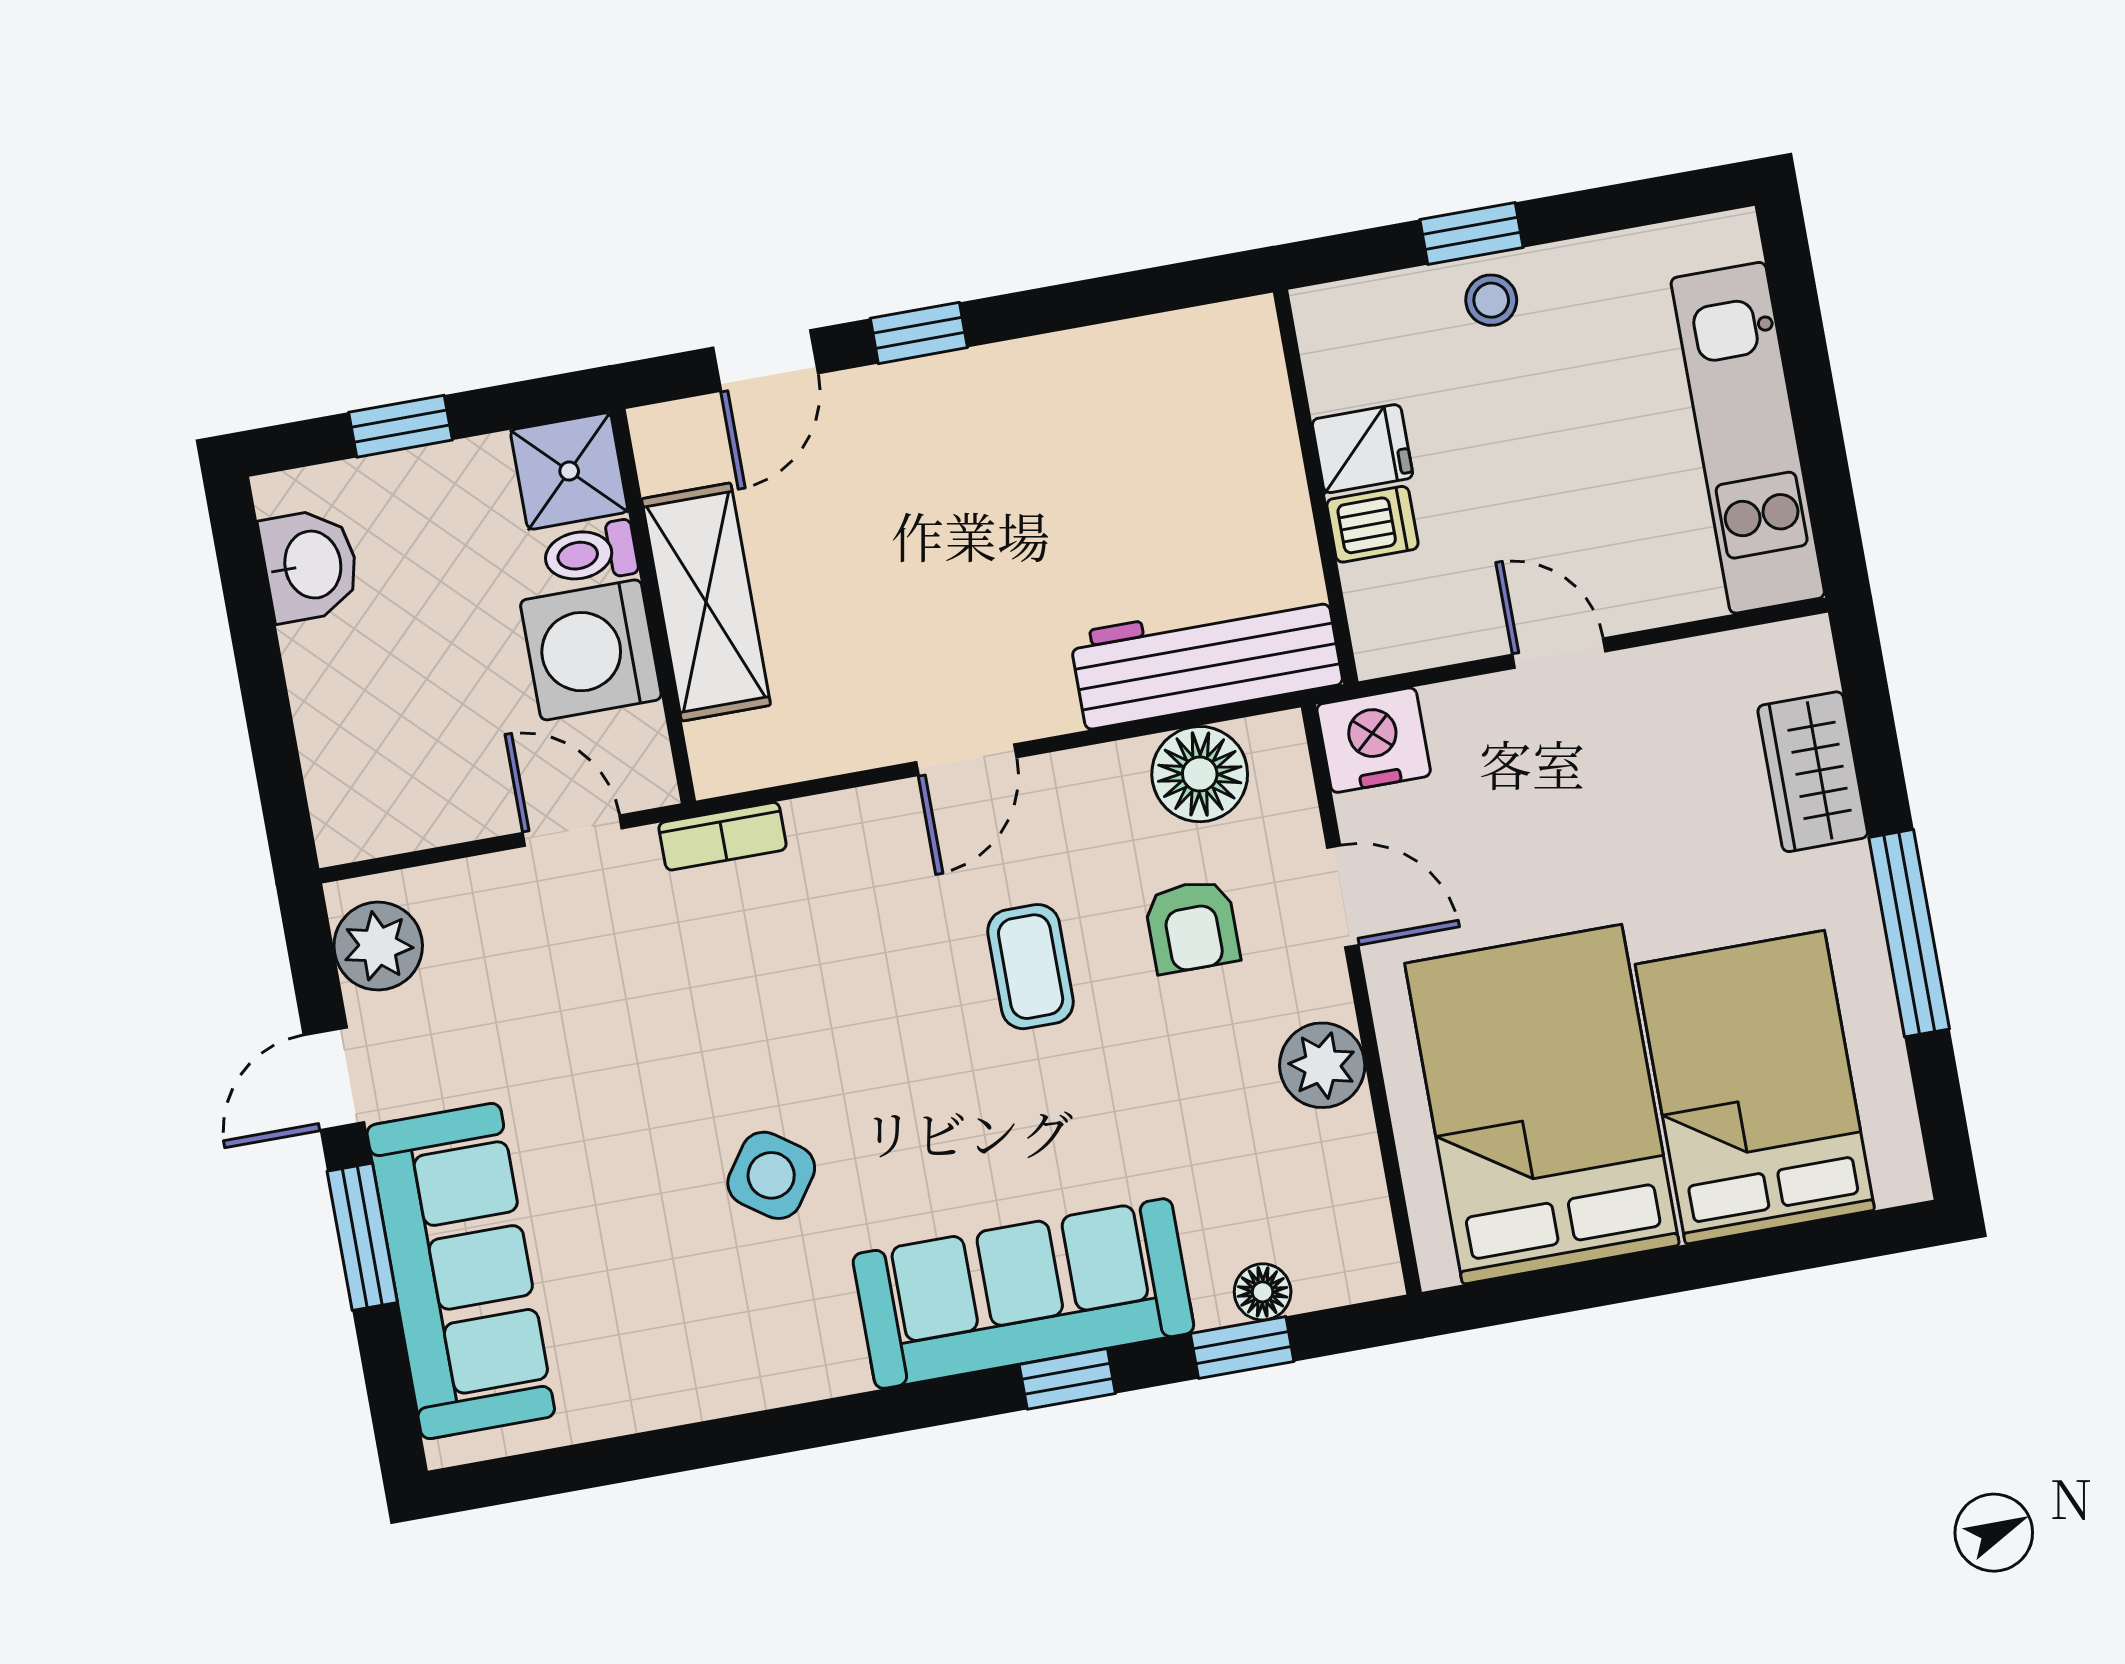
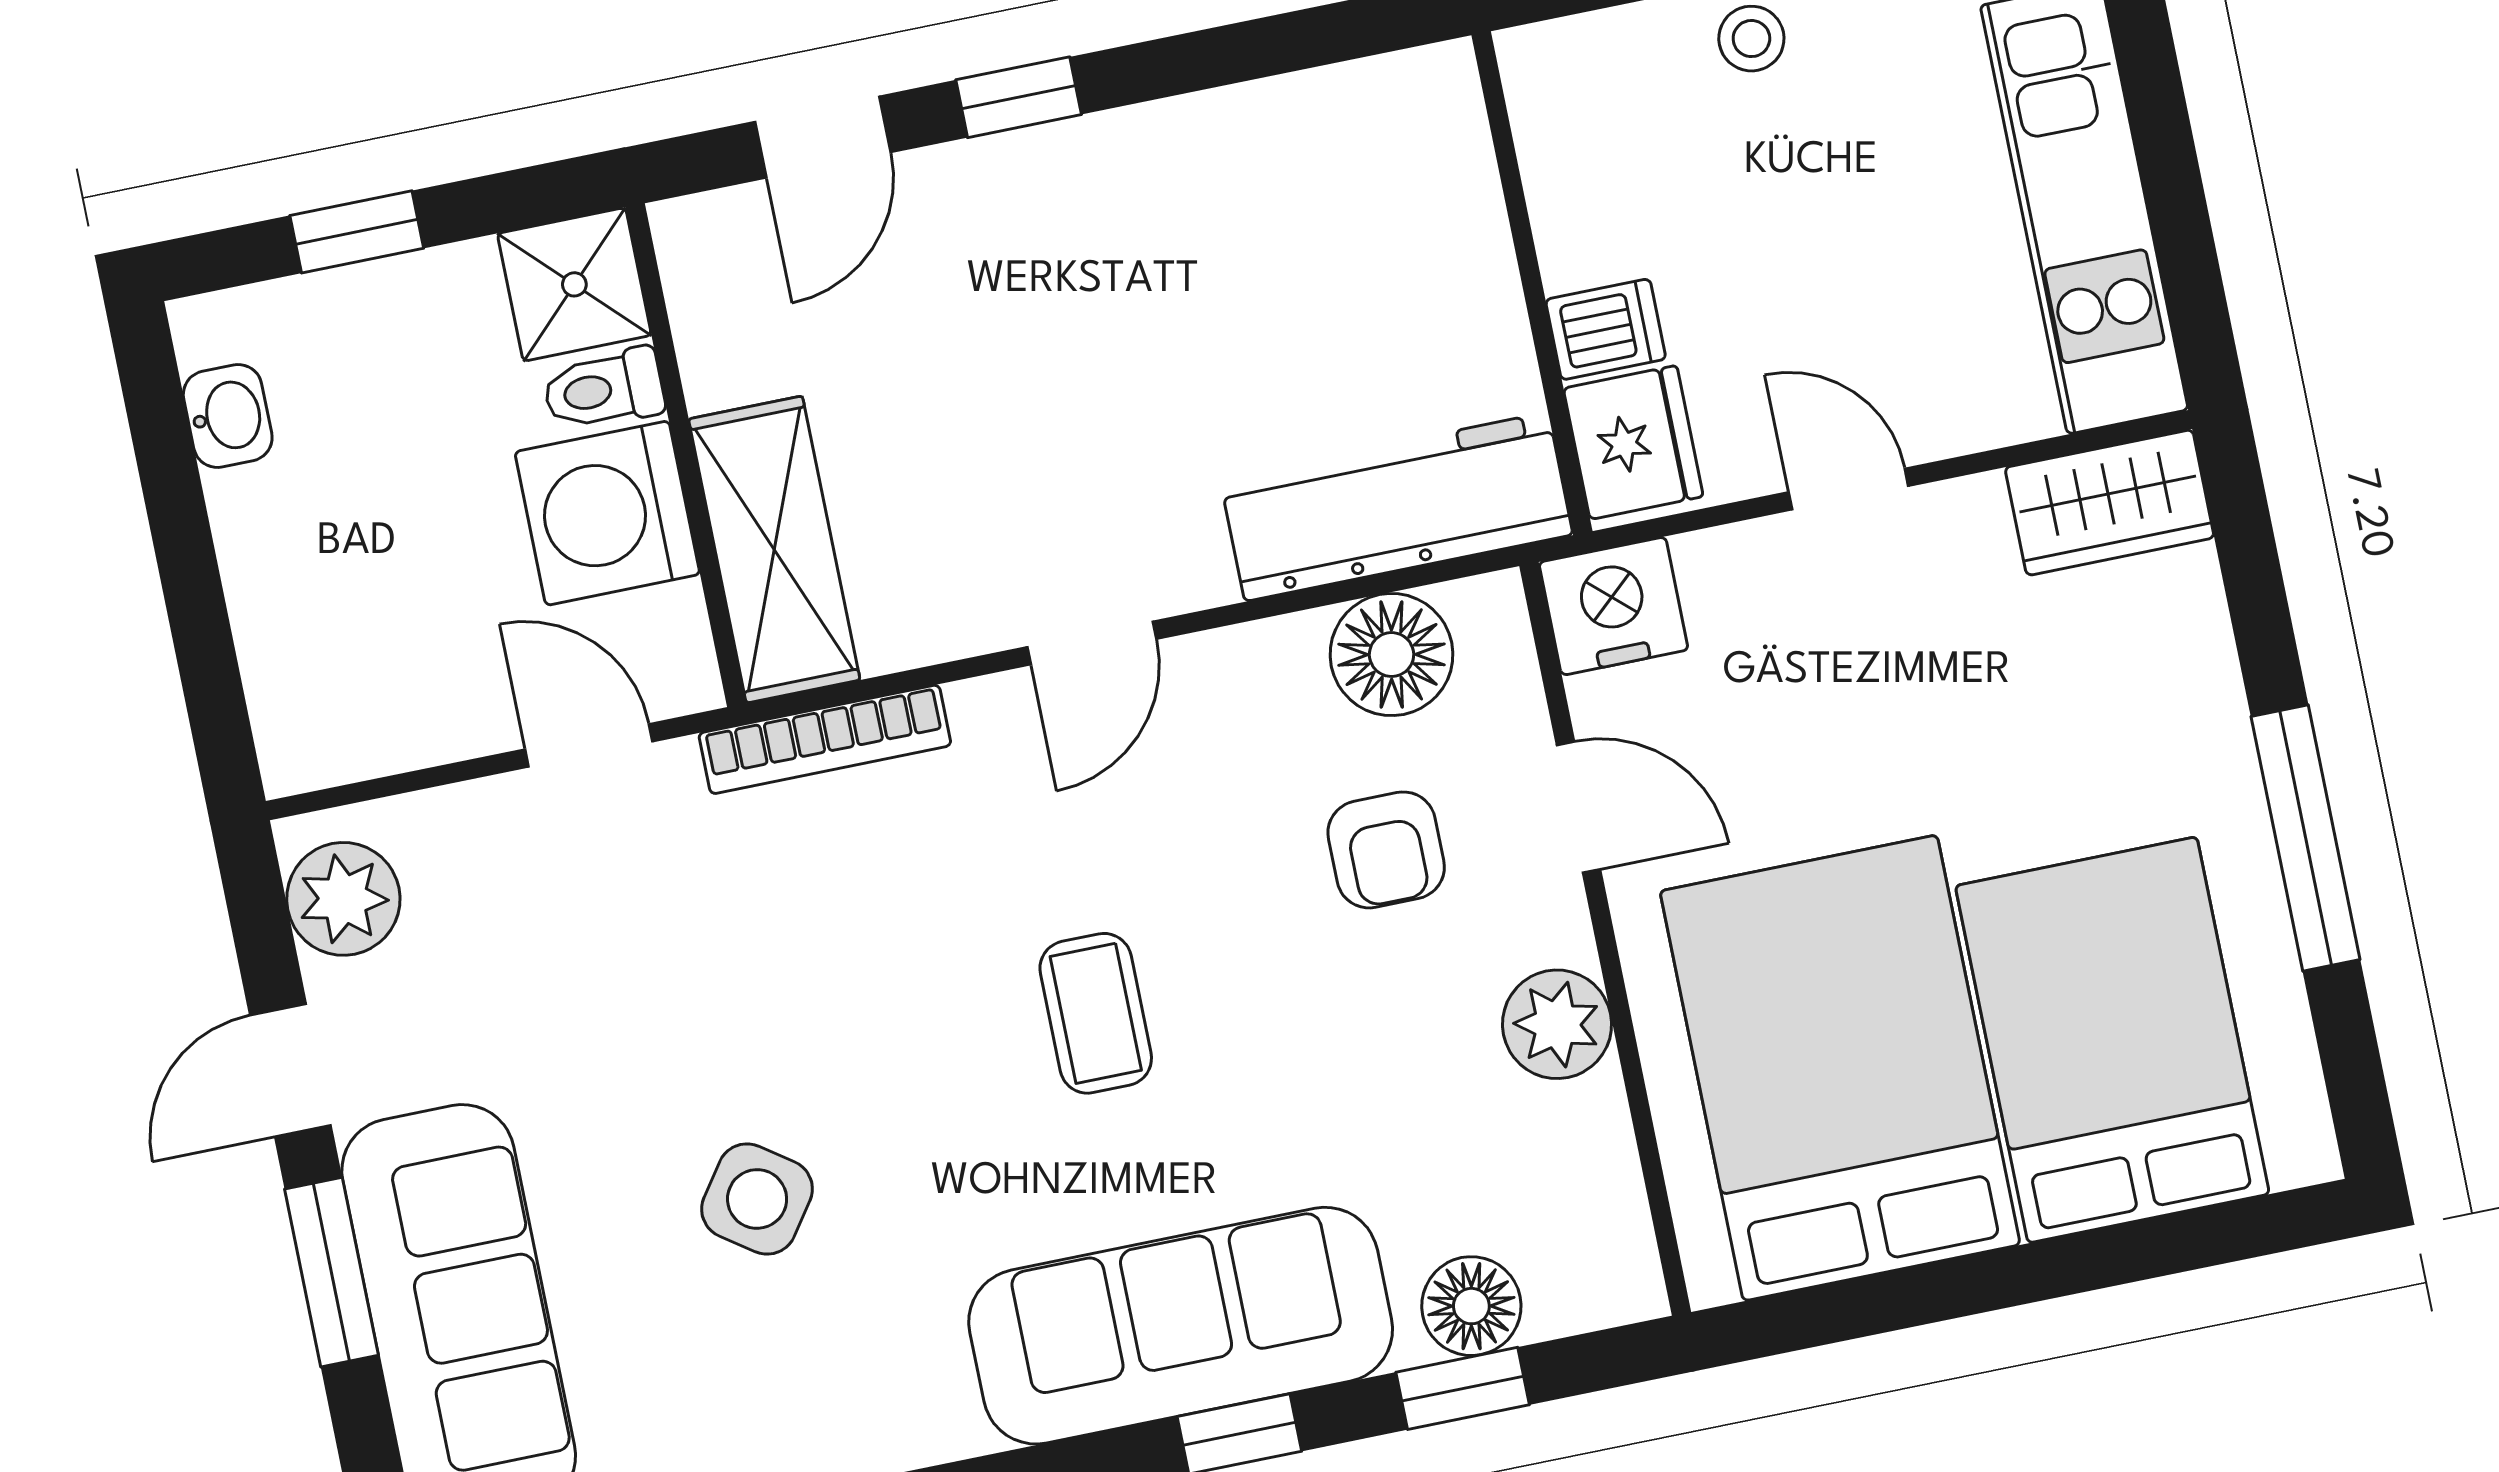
fridge: (1362, 449) -> (1633, 442), moved, width x1.38
washbasin: (310, 565) -> (228, 416), width x0.72, depth x0.69
shelving: (706, 602) -> (774, 549), moved
wardrobe: (1813, 772) -> (2110, 503), moved, turned -90
bookcase: (722, 836) -> (825, 739), width x1.56
coffee table: (1031, 967) -> (1096, 1013), moved
side table: (771, 1175) -> (757, 1199), moved
floor lamp: (1263, 1292) -> (1471, 1306), width x1.37, depth x1.37

